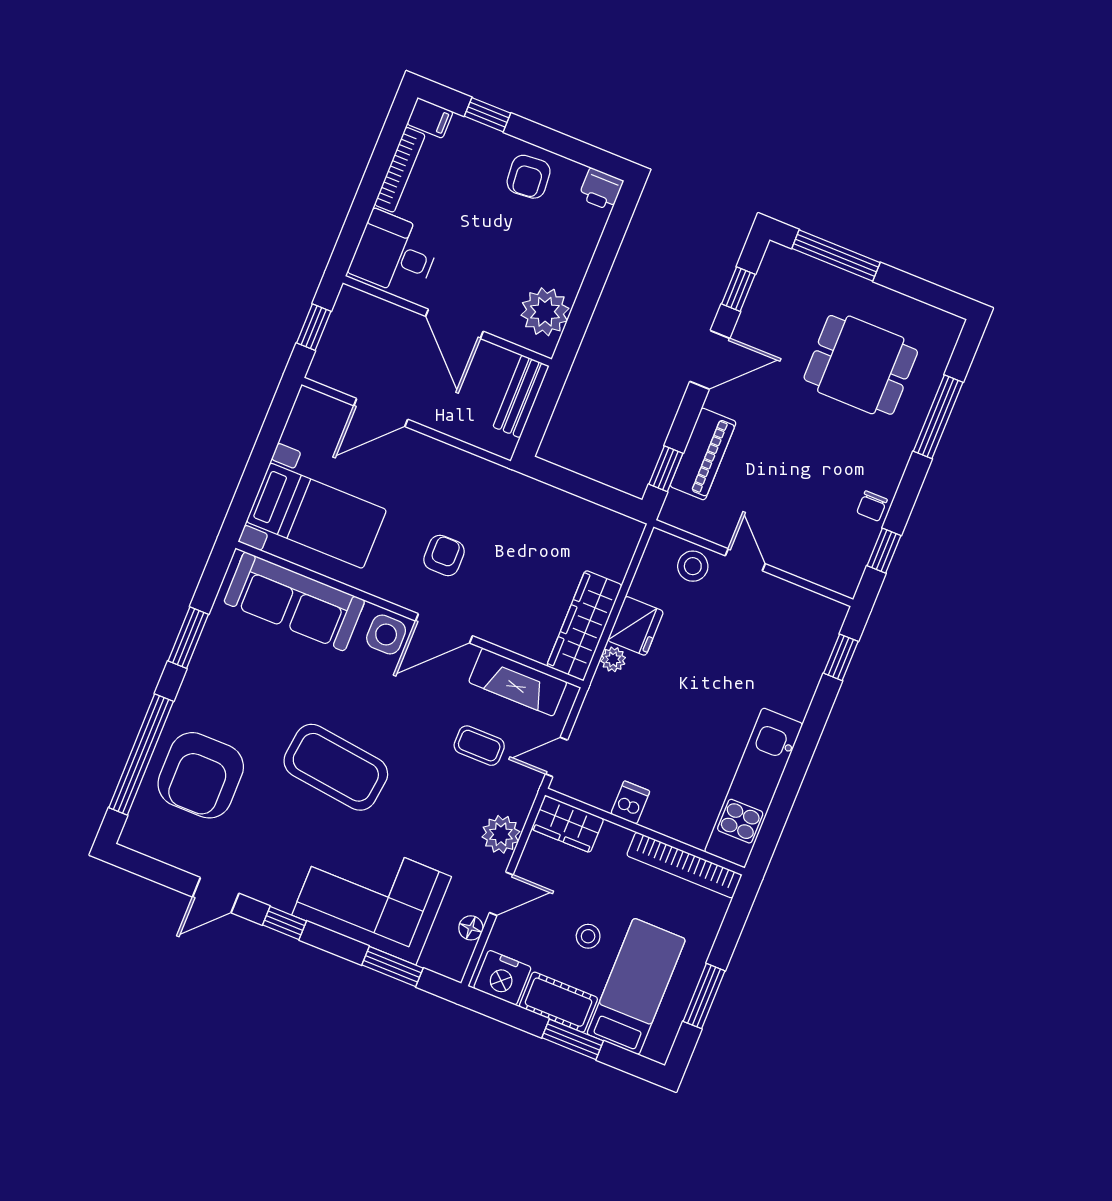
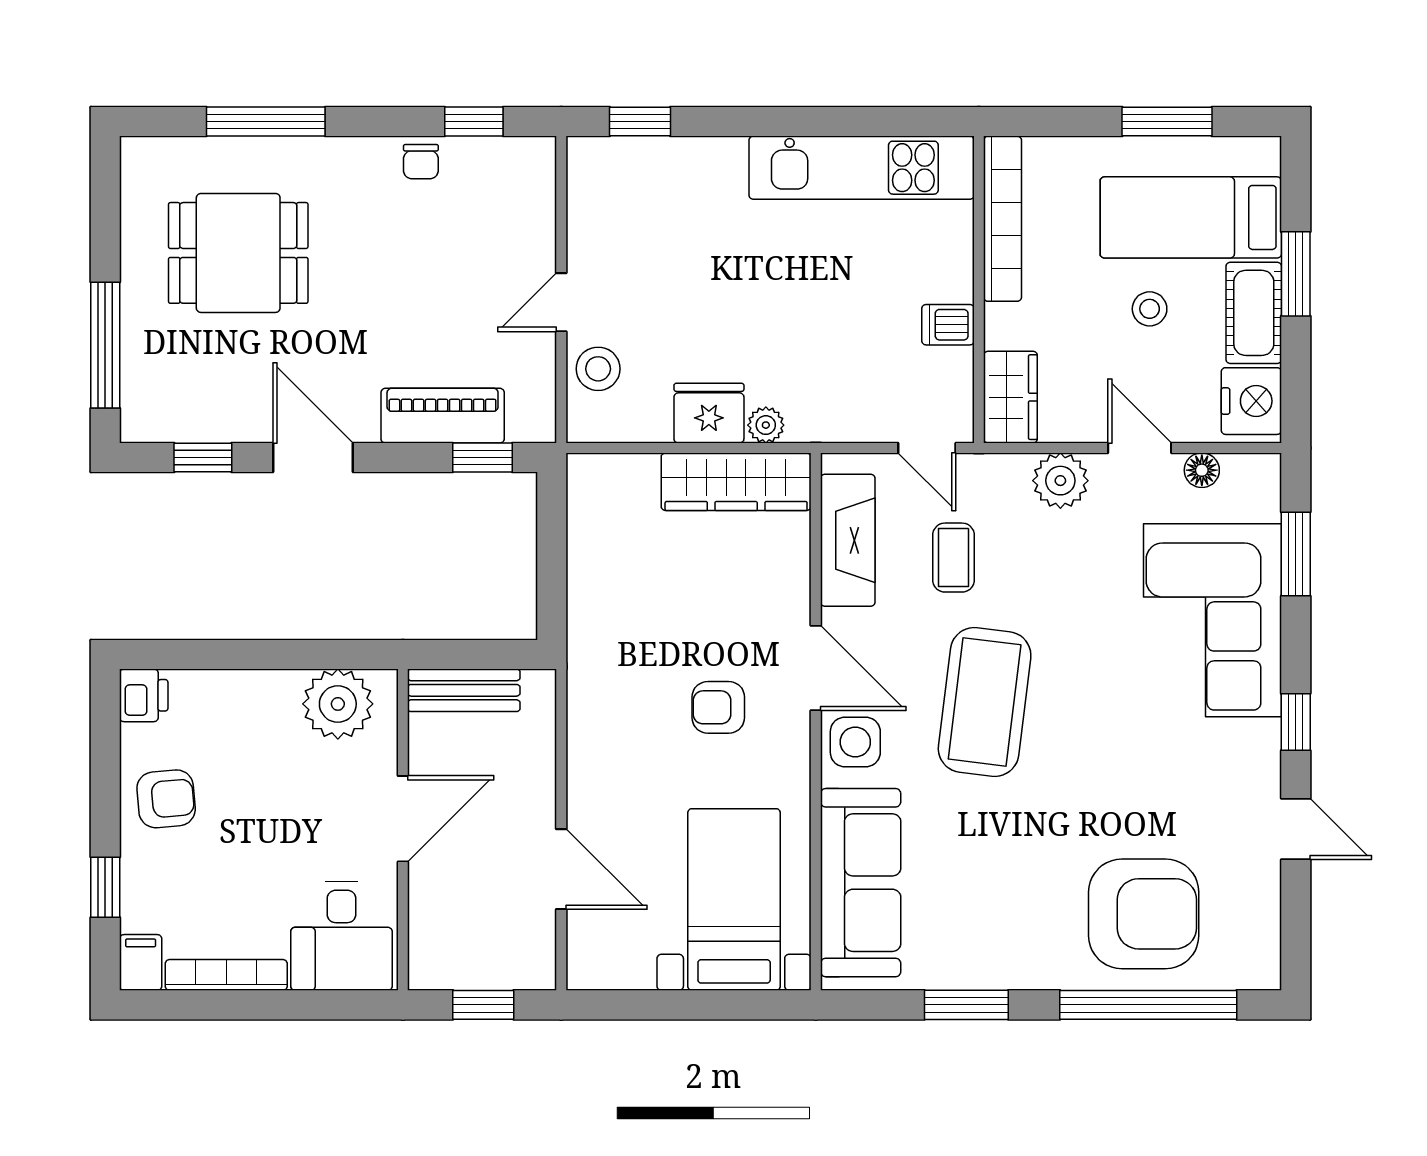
dining table: (861, 365) -> (238, 253), turned 90
chair: (872, 506) -> (421, 162), turned 90
coffee table: (336, 767) -> (985, 702), moved

